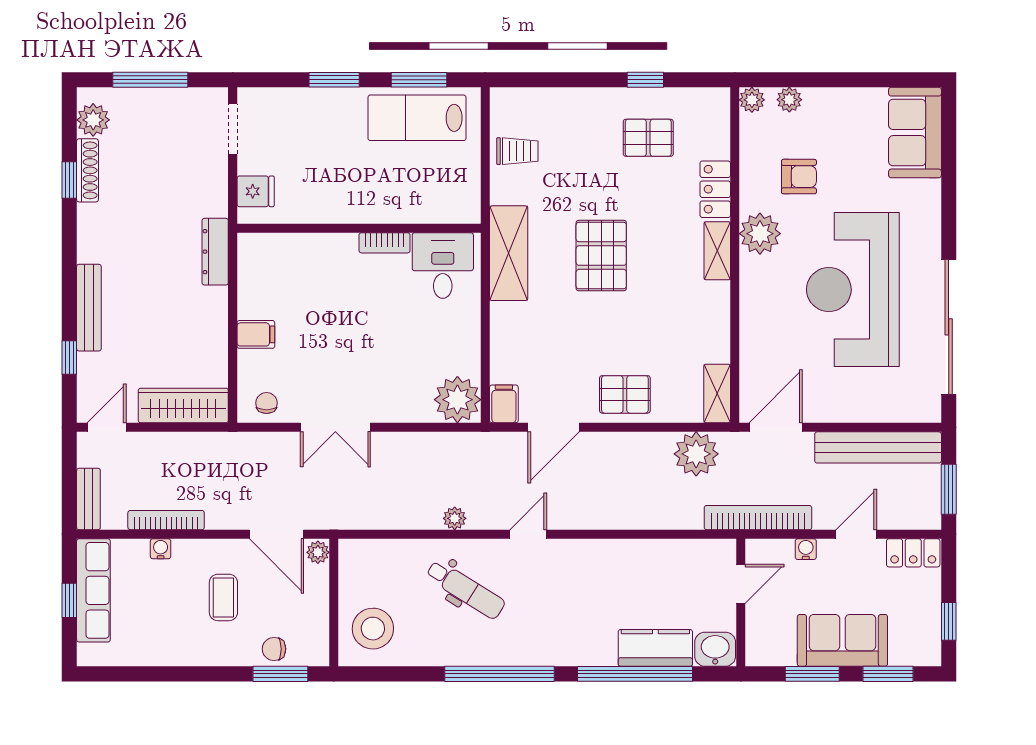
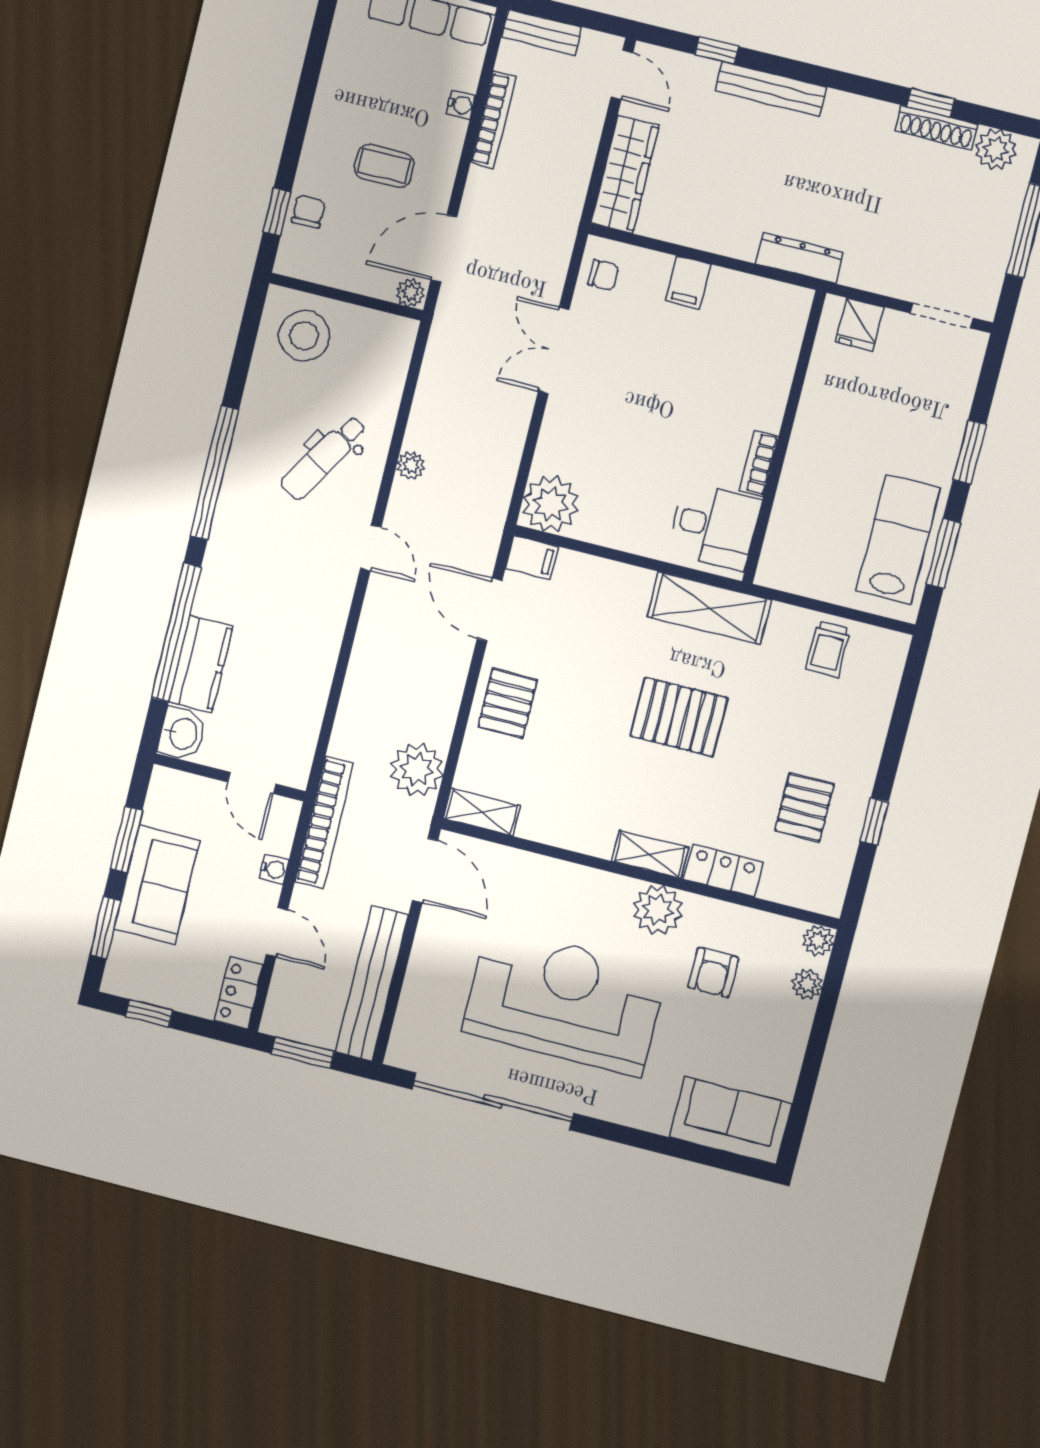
window: (280, 674) -> (277, 212), width x0.67

